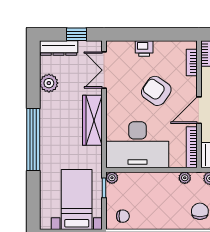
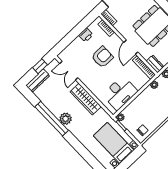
printer: (144, 48) -> (86, 35), moved
plant: (49, 83) -> (66, 119), moved
armchair: (156, 91) -> (102, 57), turned 145
window: (33, 139) -> (52, 119), moved
desk: (138, 145) -> (120, 93), width x0.73, depth x0.77

